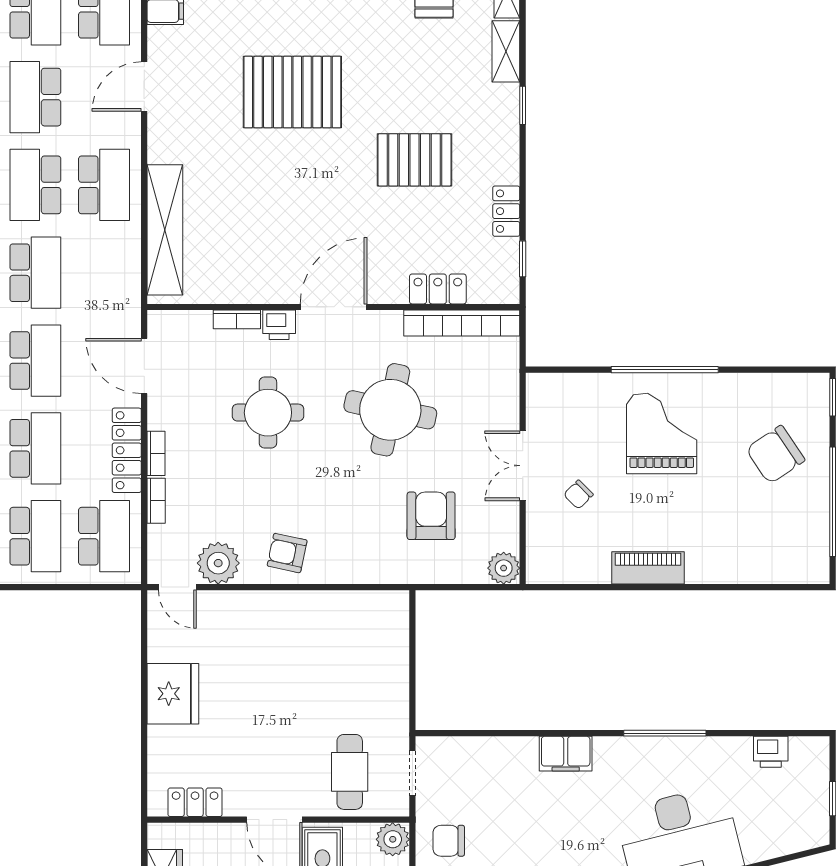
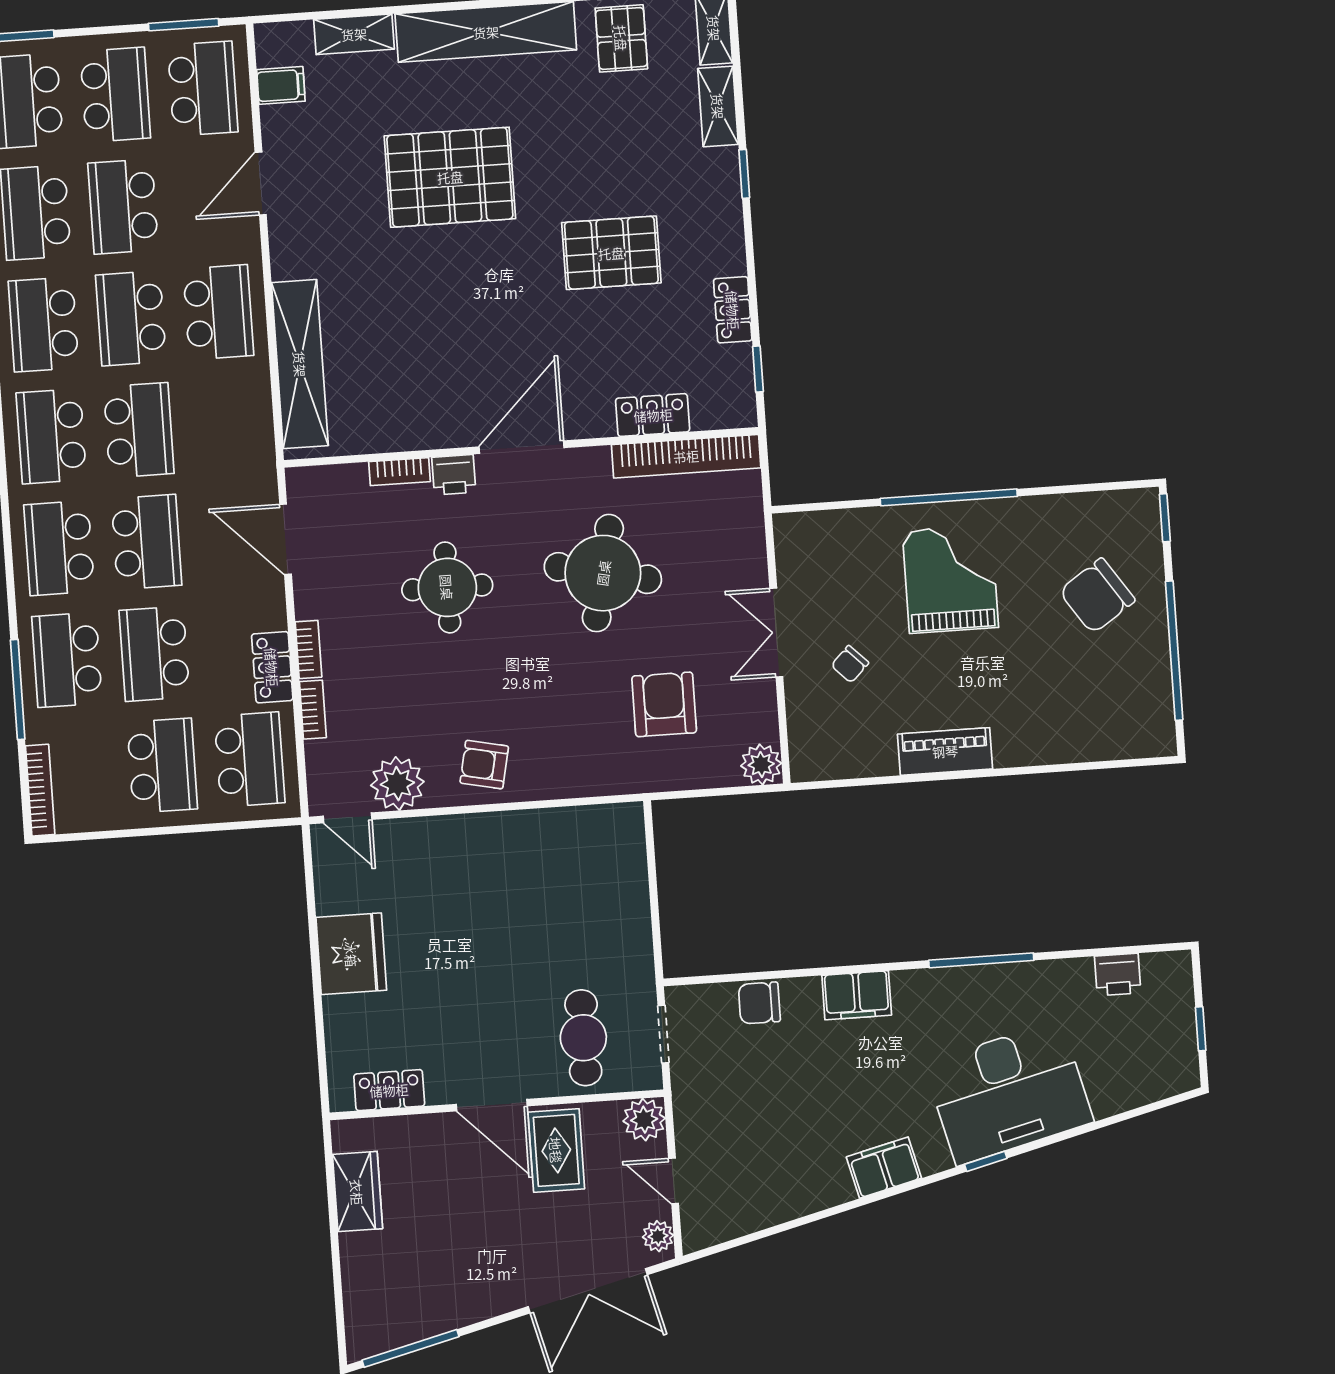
school desk: (35, 448) -> (154, 654), turned 180
locker: (127, 450) -> (272, 667), width x0.66
chair: (449, 841) -> (759, 1003), moved

